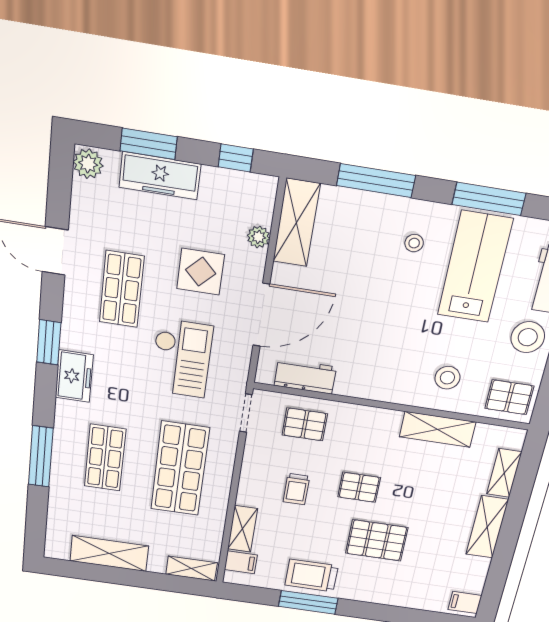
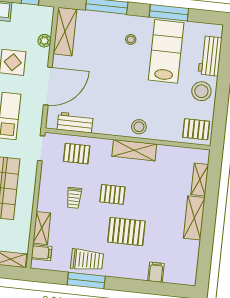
stool: (447, 378) -> (139, 127), moved
shelving: (438, 429) -> (134, 150), moved
trolley: (312, 575) -> (87, 260), turned 180
filing cabinet: (465, 603) -> (156, 272), moved, turned 90

